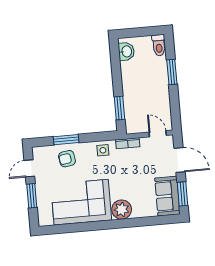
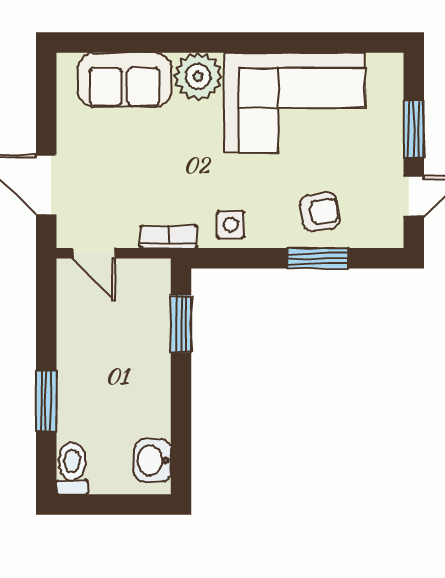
window: (182, 194) -> (46, 102), removed
sofa: (167, 196) -> (124, 80), moved, turned 90

